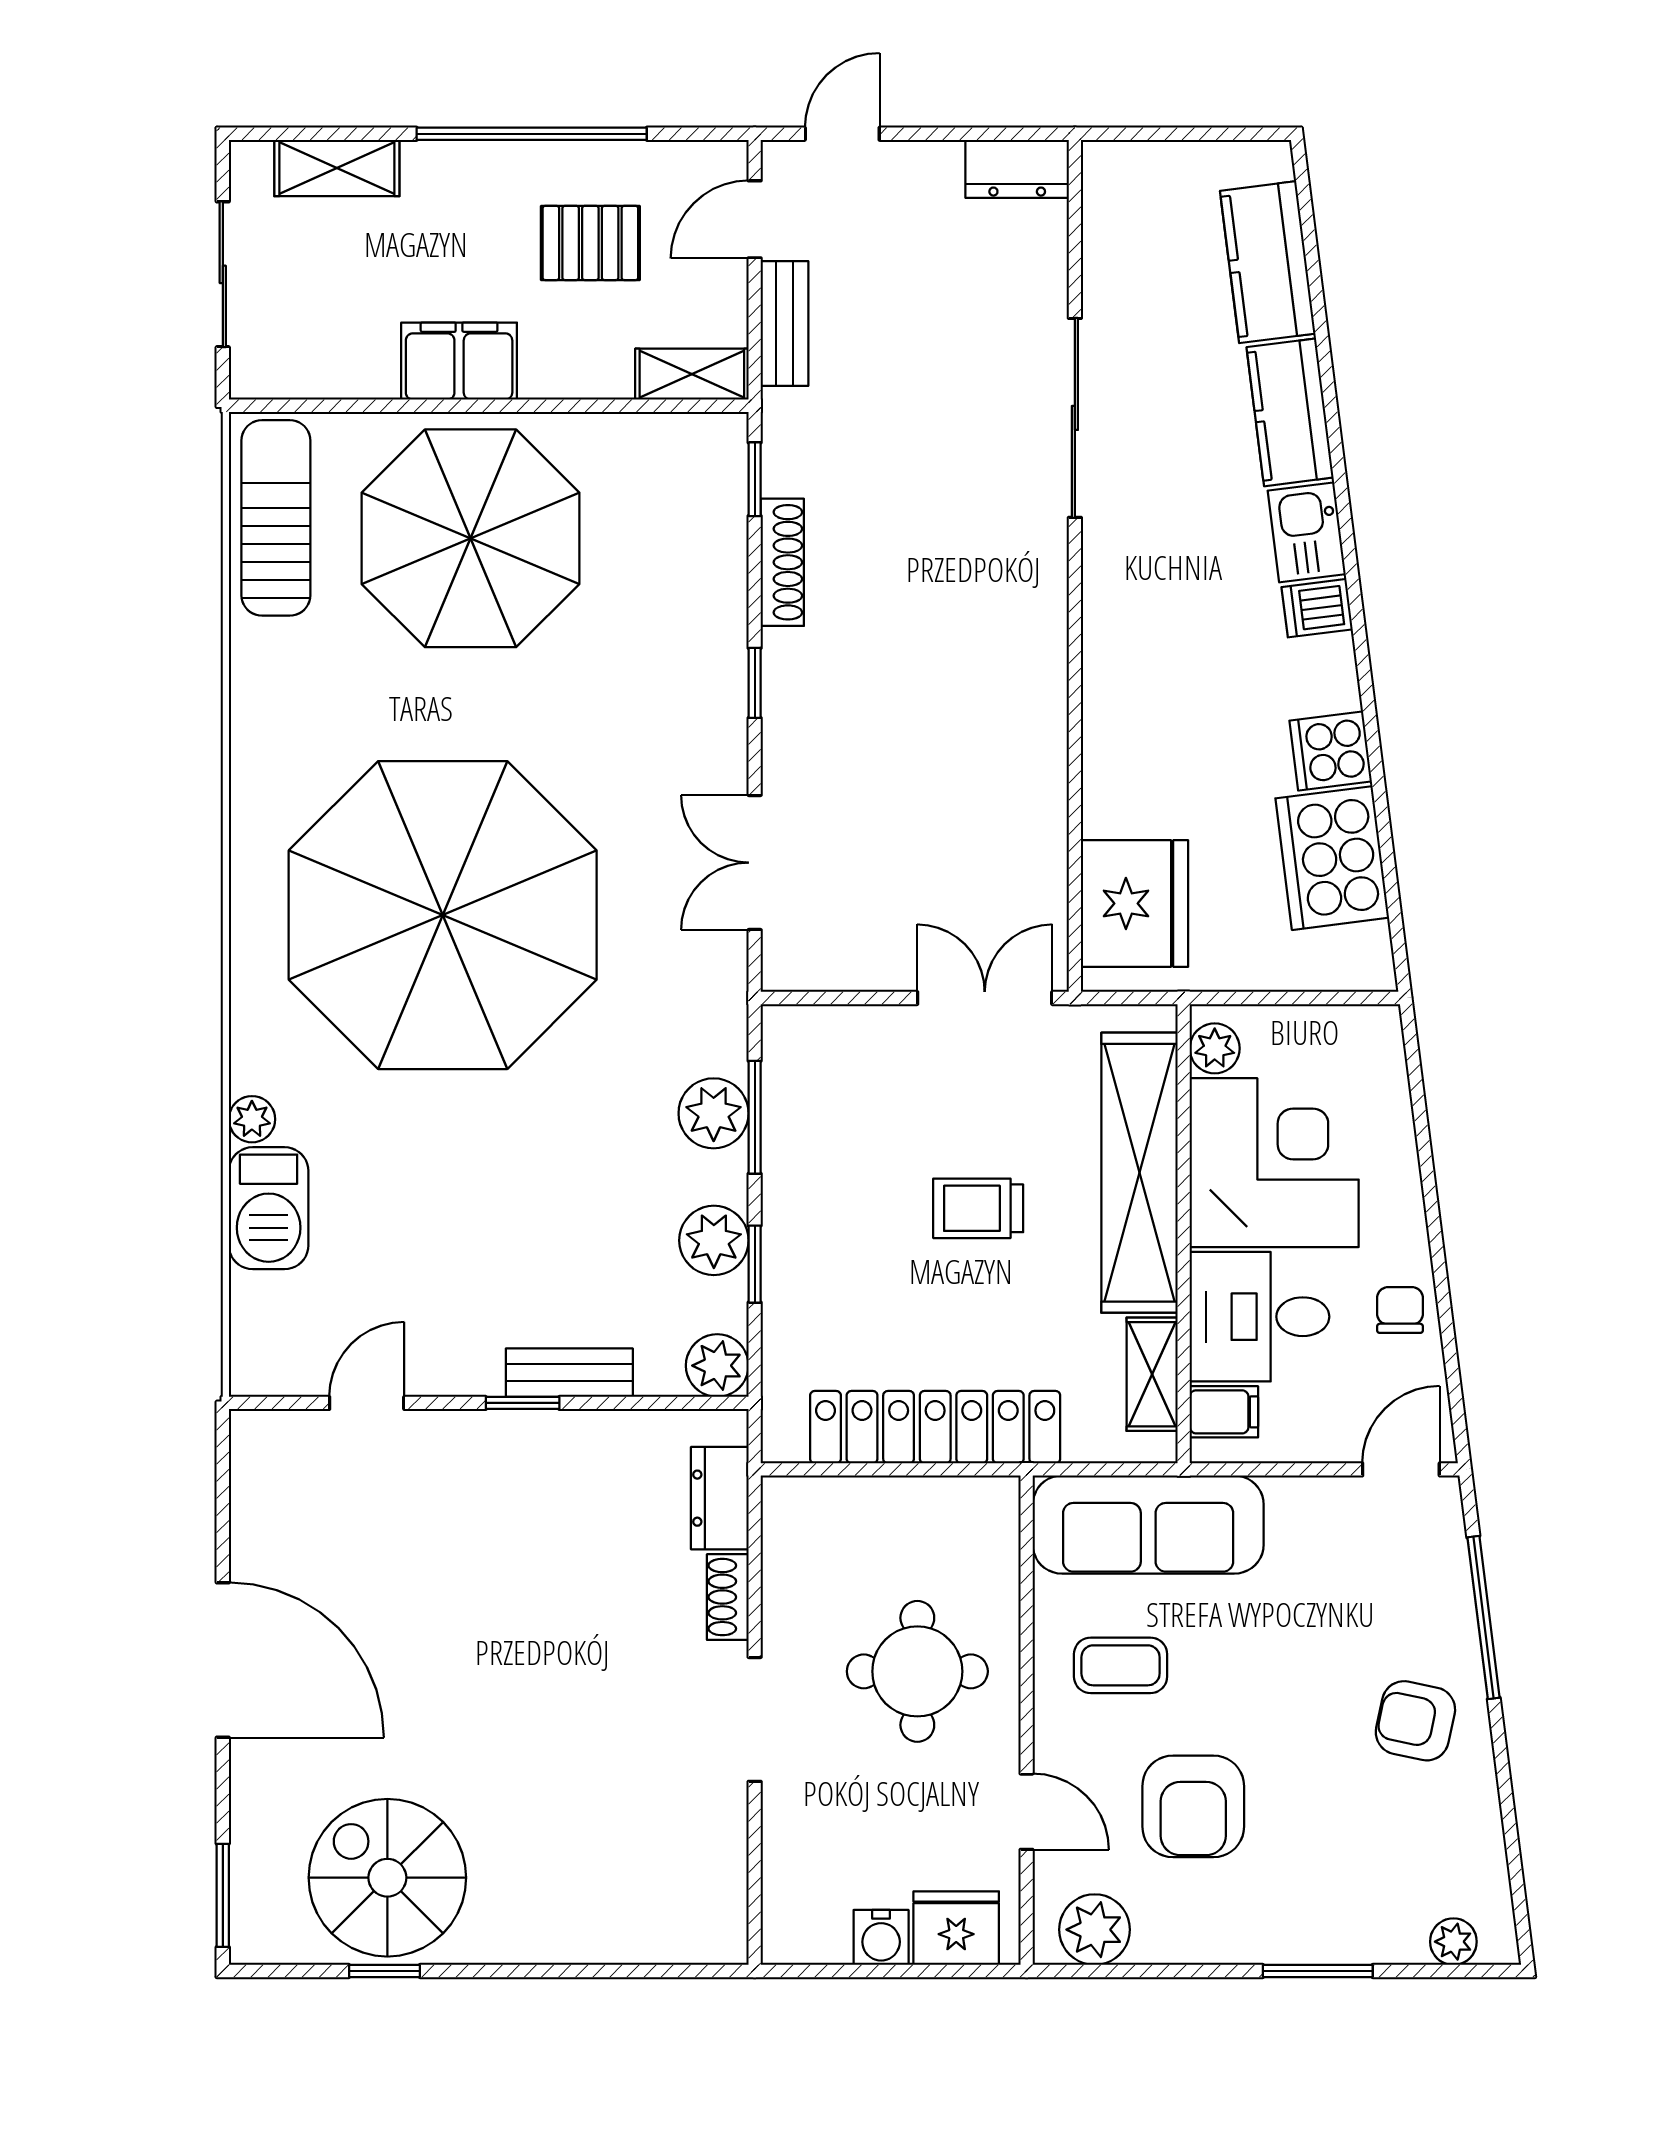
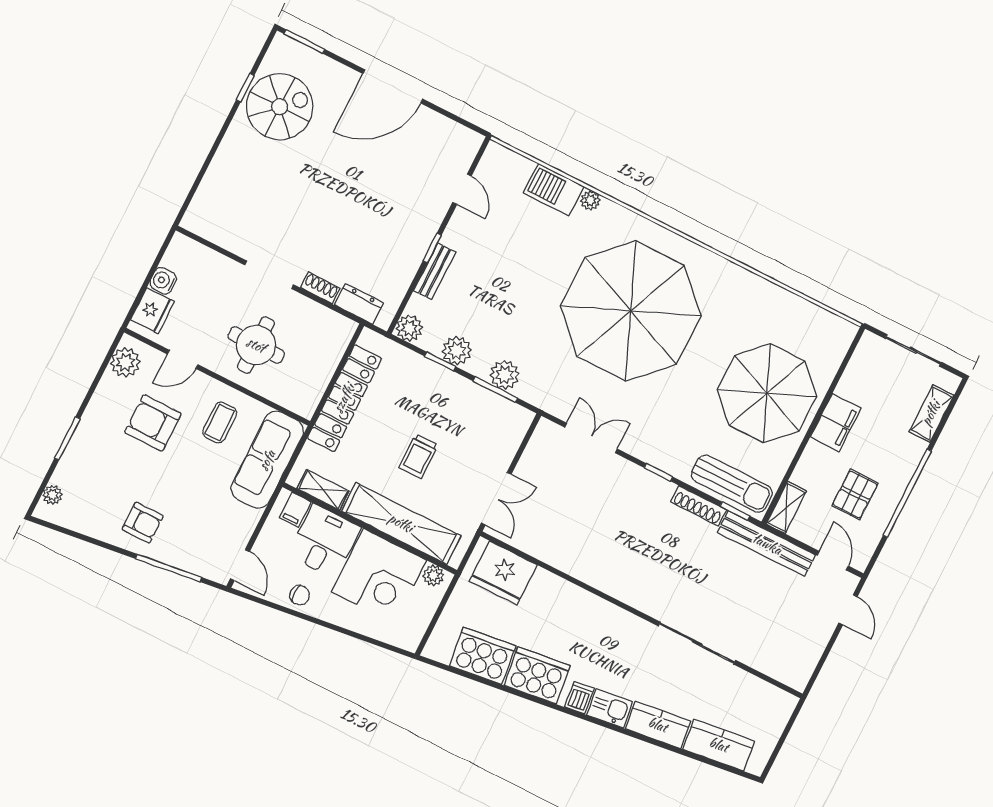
dresser: (1017, 169) -> (801, 669), removed
bench: (784, 324) -> (767, 544), width x1.86, depth x1.21
sun lounger: (276, 518) -> (732, 484), moved
cooker: (1331, 751) -> (537, 675), width x1.87, depth x1.31
trolley: (978, 1208) -> (418, 456), turned 180
armchair: (1415, 1721) -> (143, 523), turned 78

